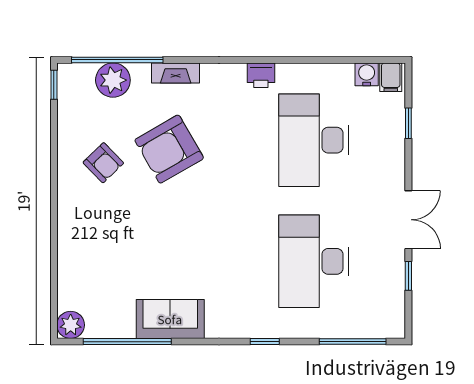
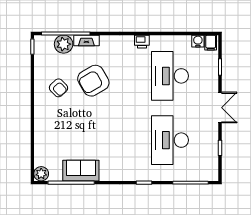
fireplace: (176, 73) -> (86, 40), moved
double door: (408, 220) -> (220, 108), moved
sofa: (170, 319) -> (81, 171), moved

